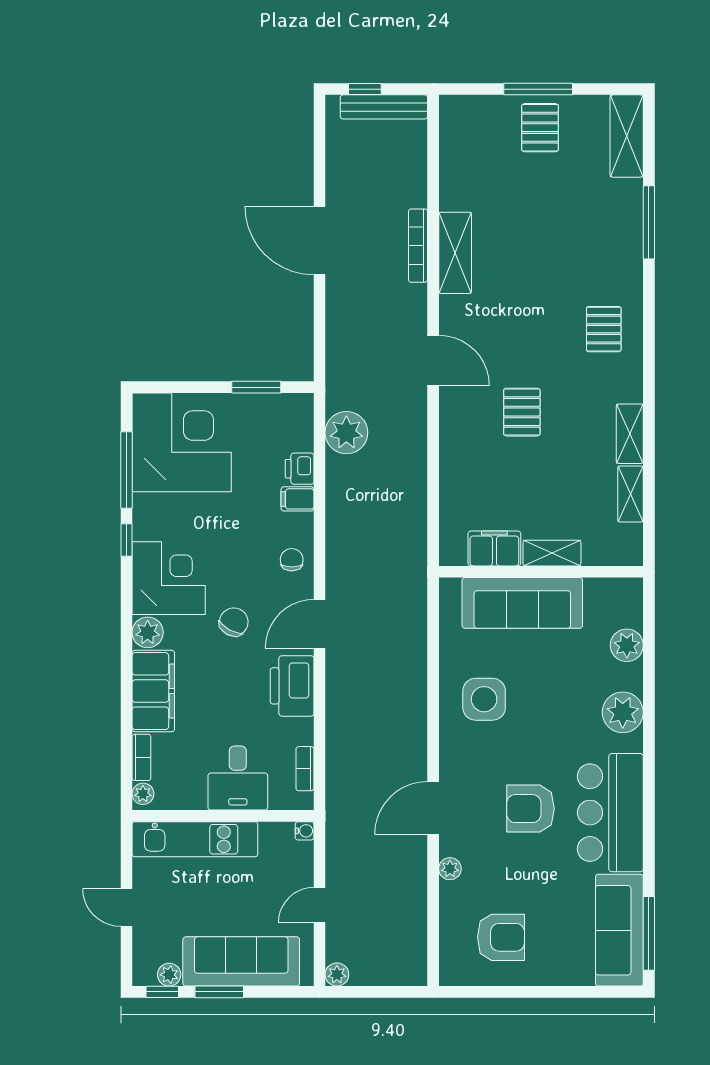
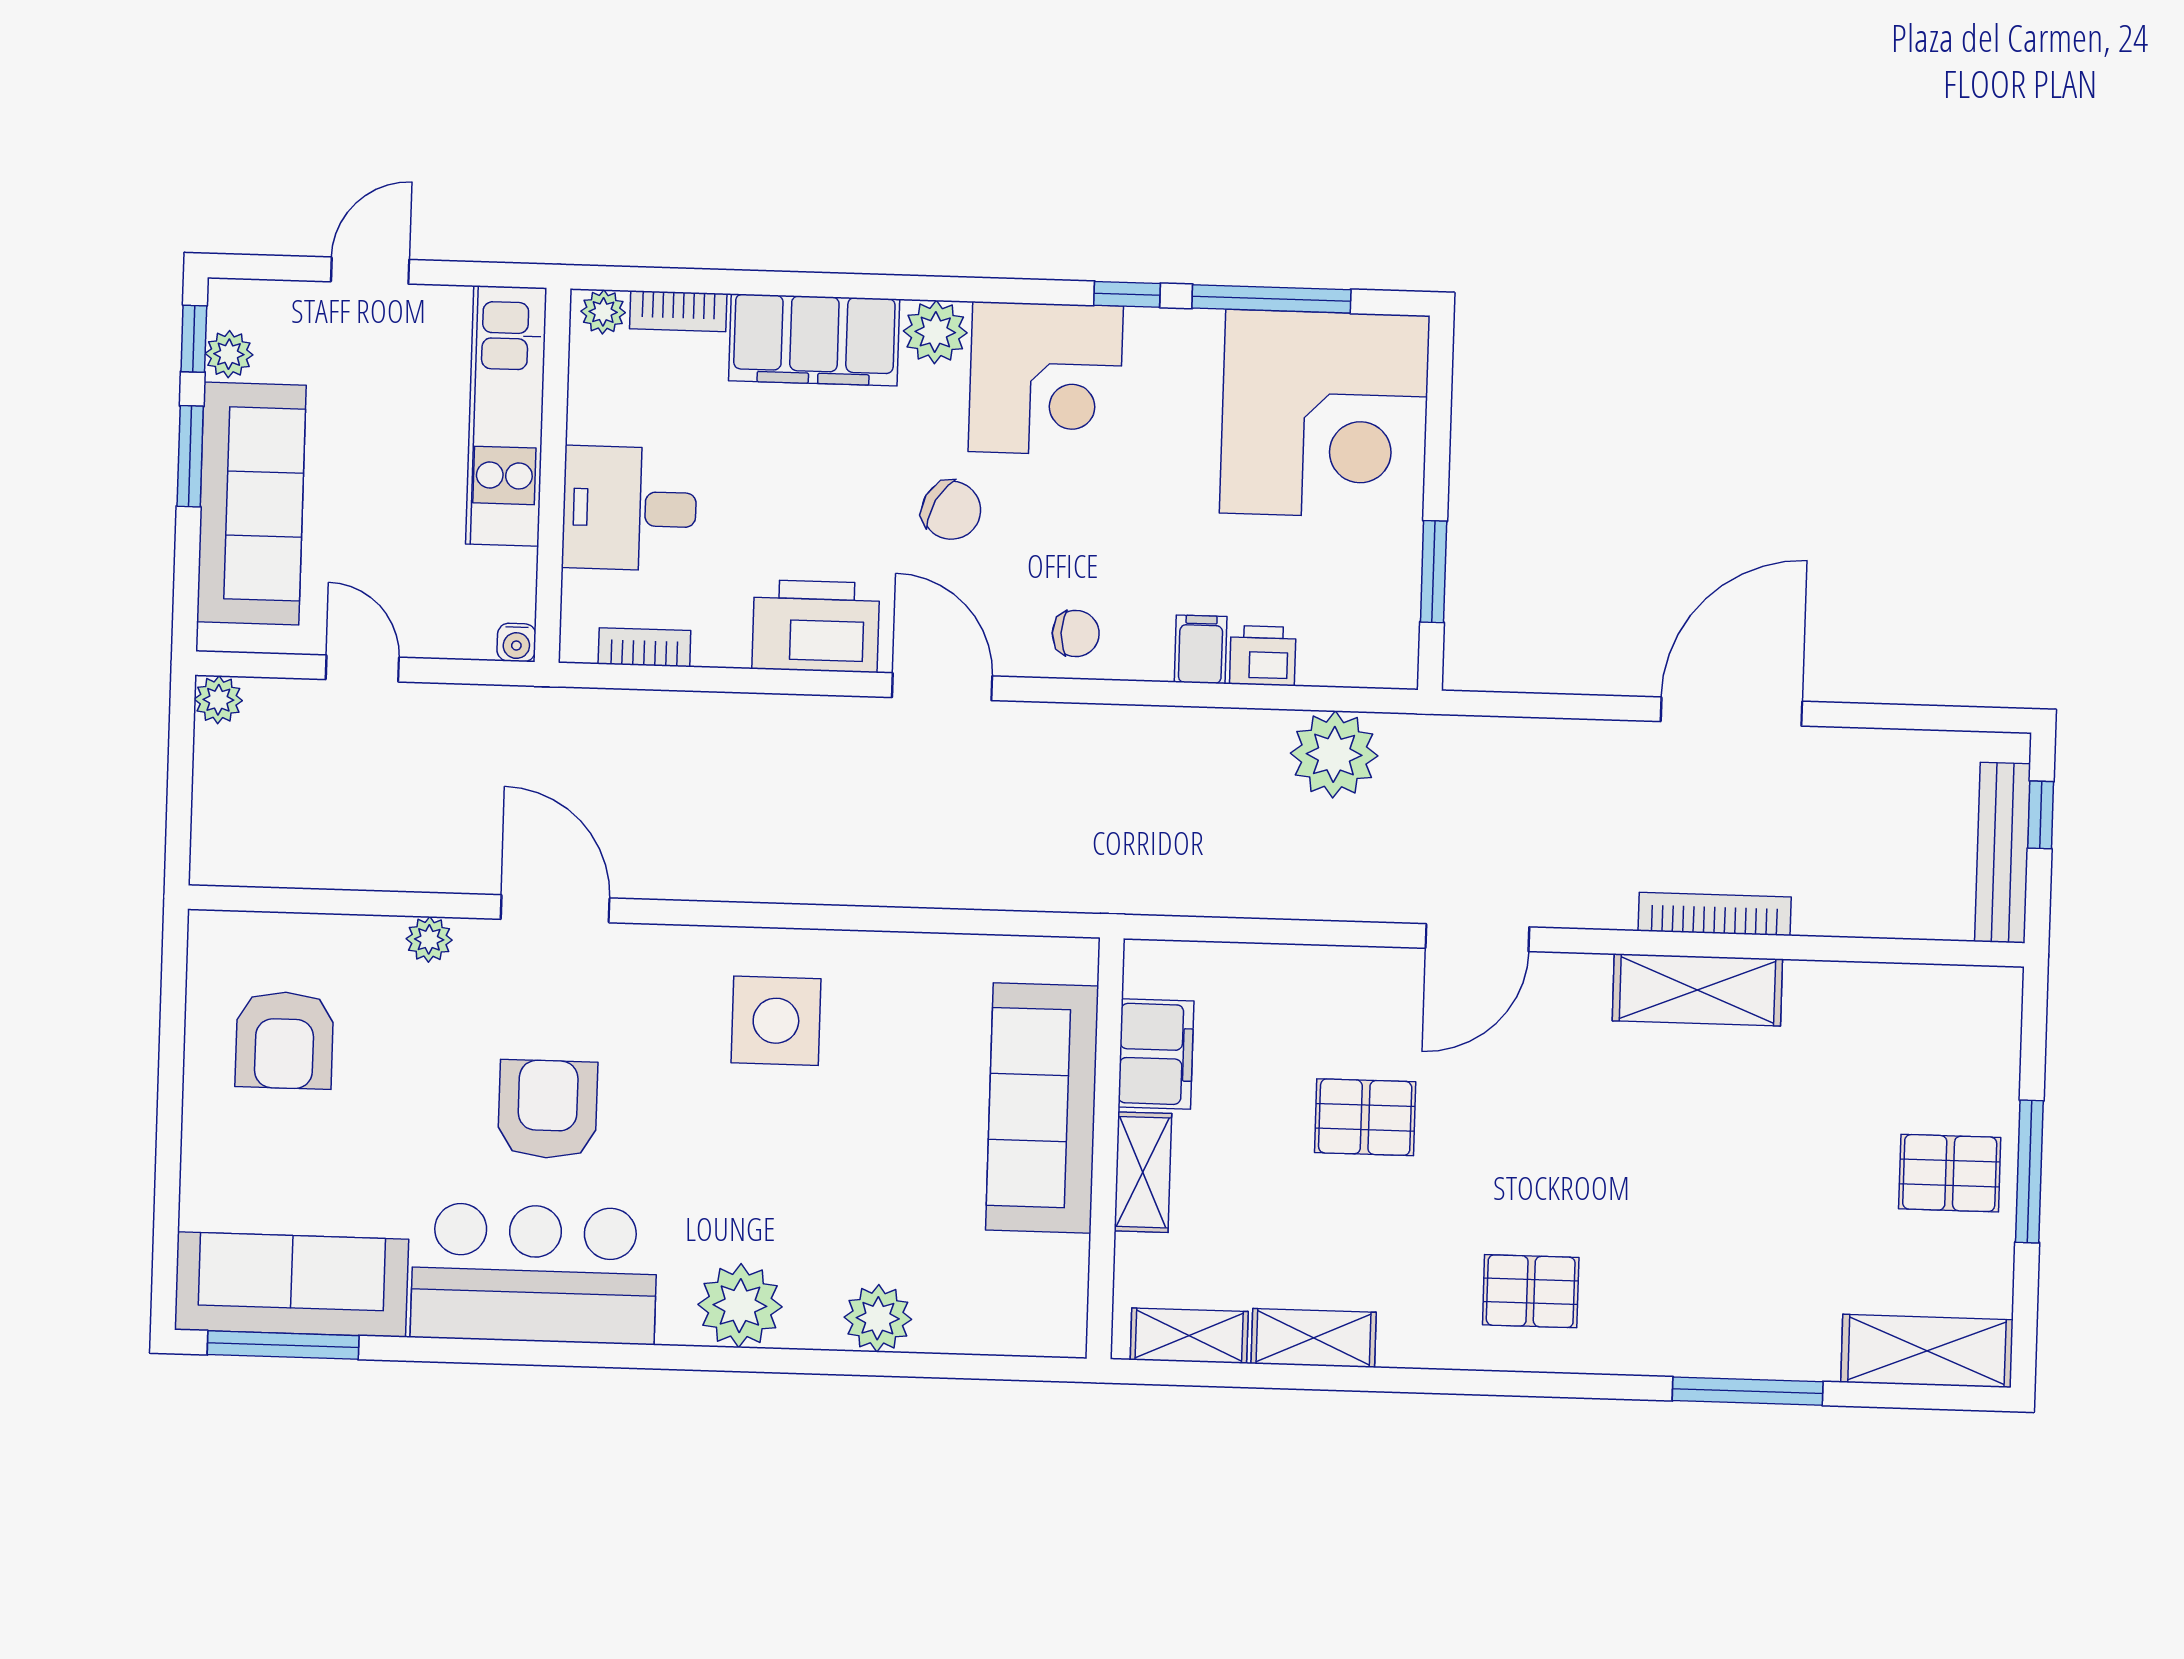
filing cabinet: (494, 548) -> (1156, 1054), moved
shelving: (552, 553) -> (1143, 1172), moved
wall: (541, 572) -> (1105, 1148), moved
sofa: (522, 603) -> (1042, 1108), moved

